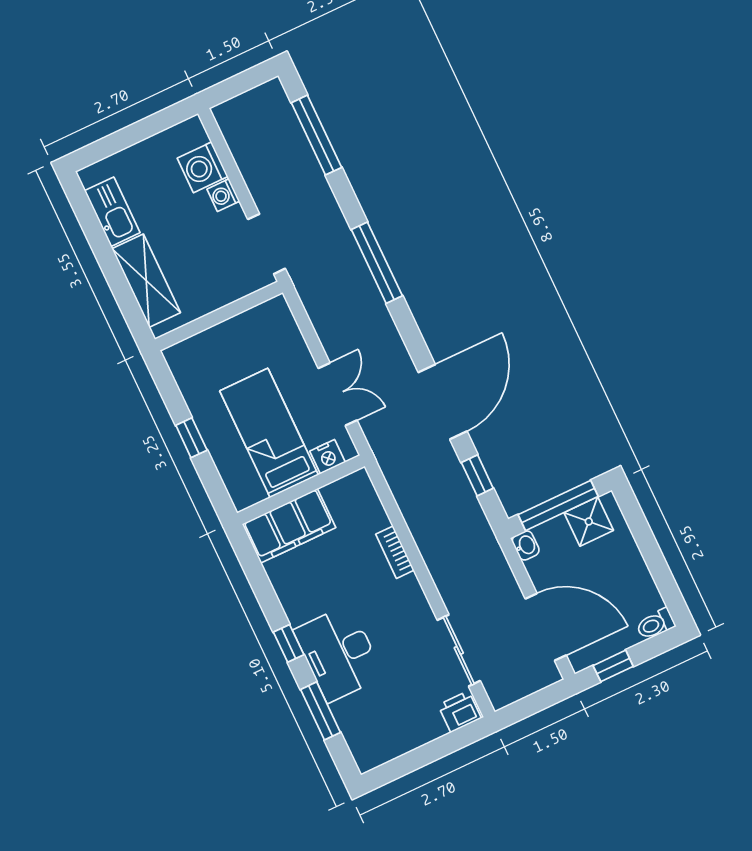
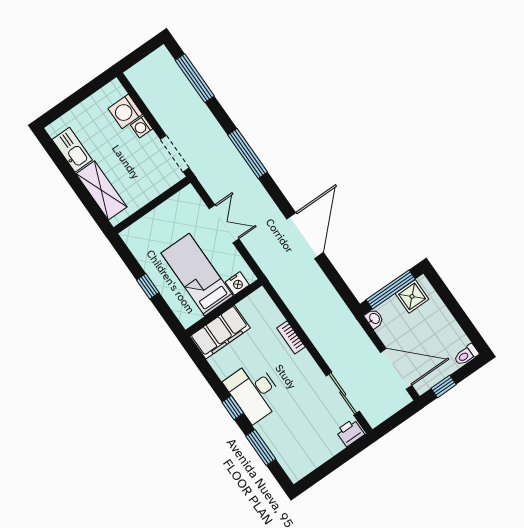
double door: (338, 394) -> (224, 224), moved
window: (477, 475) -> (335, 279), removed
desk: (339, 653) -> (254, 392), moved

